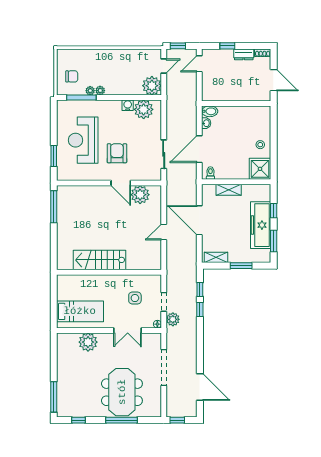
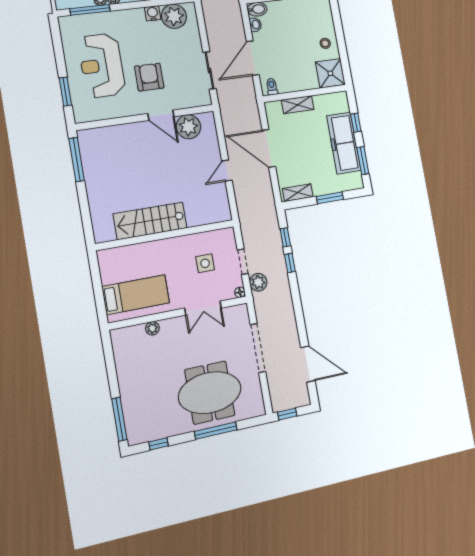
plant: (88, 342) -> (152, 328), width x0.53, depth x0.53
meeting table: (122, 392) -> (210, 393), turned 90

